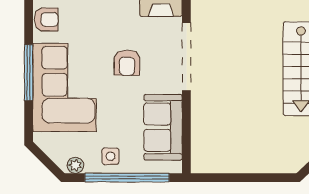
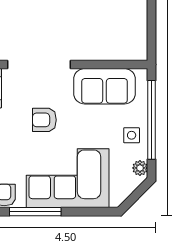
armchair: (127, 63) -> (44, 120), turned 180
window: (29, 73) -> (35, 212), moved

